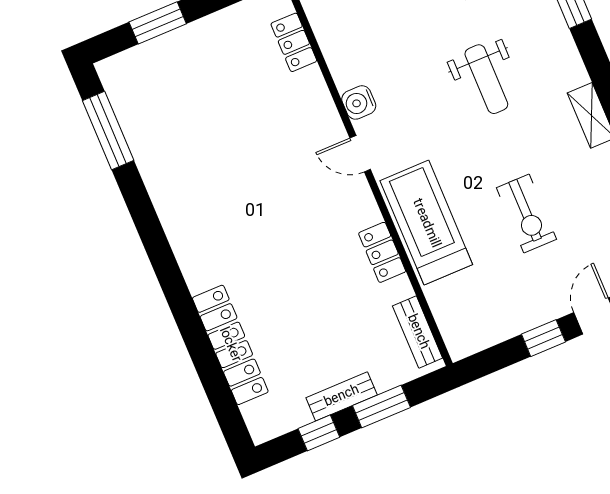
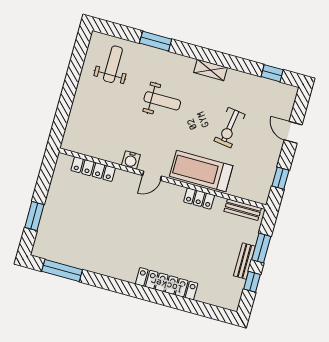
locker: (294, 42) -> (93, 169), width x1.53
exercise bike: (526, 214) -> (230, 128), turned 98
window: (543, 338) -> (280, 178), moved
locker: (230, 345) -> (167, 284), moved

